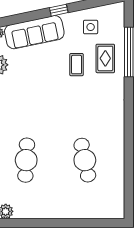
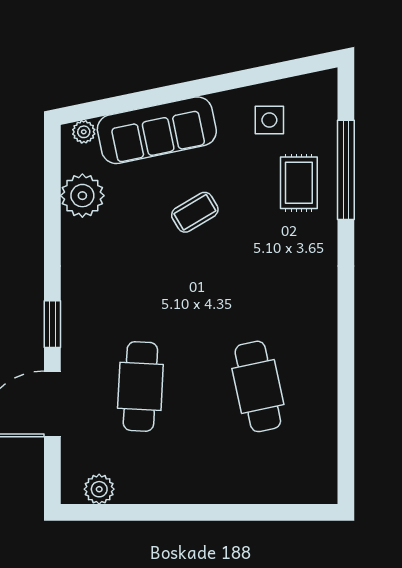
window: (59, 10) -> (206, 86), removed
coffee table: (77, 65) -> (195, 212), moved, turned 59

